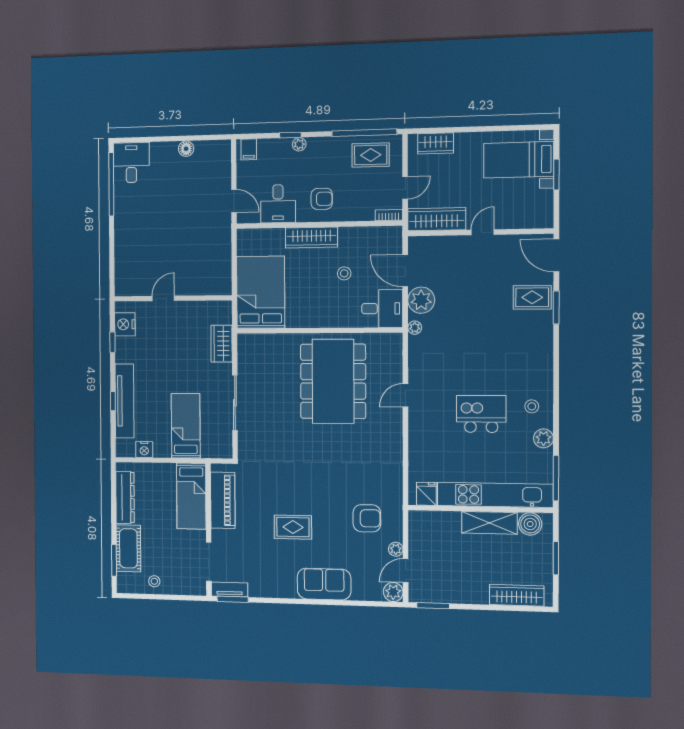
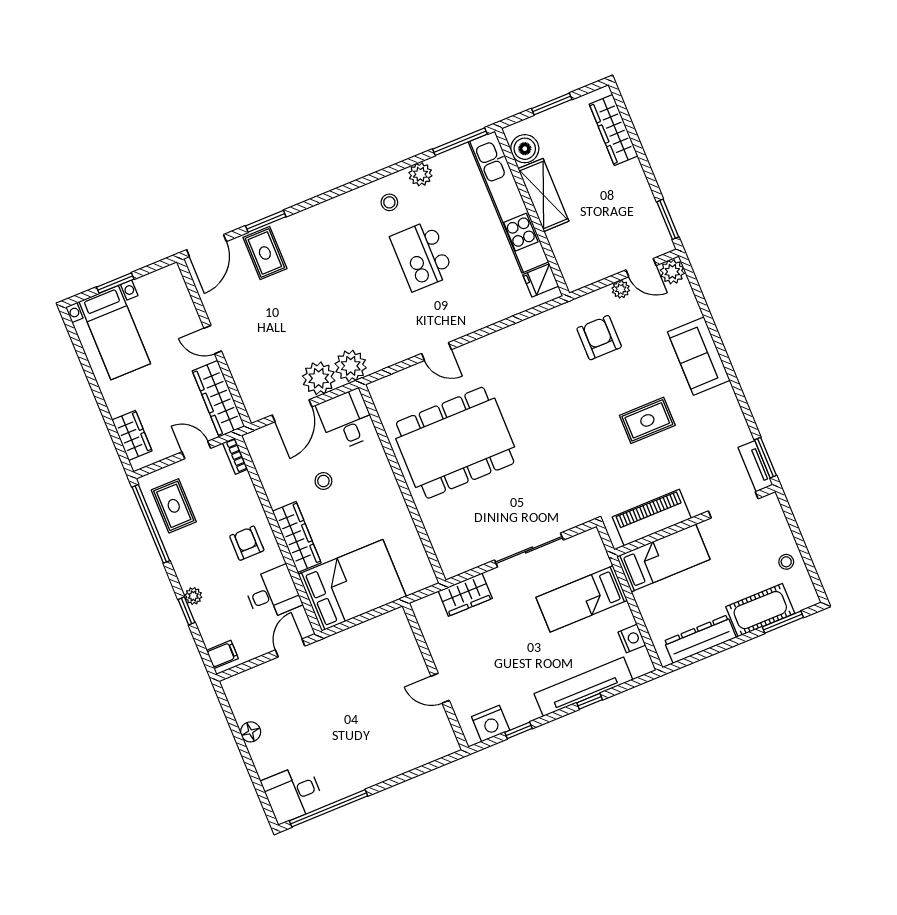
bed: (261, 292) -> (352, 585), moved, turned 180
plant: (415, 328) -> (351, 366), width x1.87, depth x1.87
rug: (293, 527) -> (647, 420), turned 90

